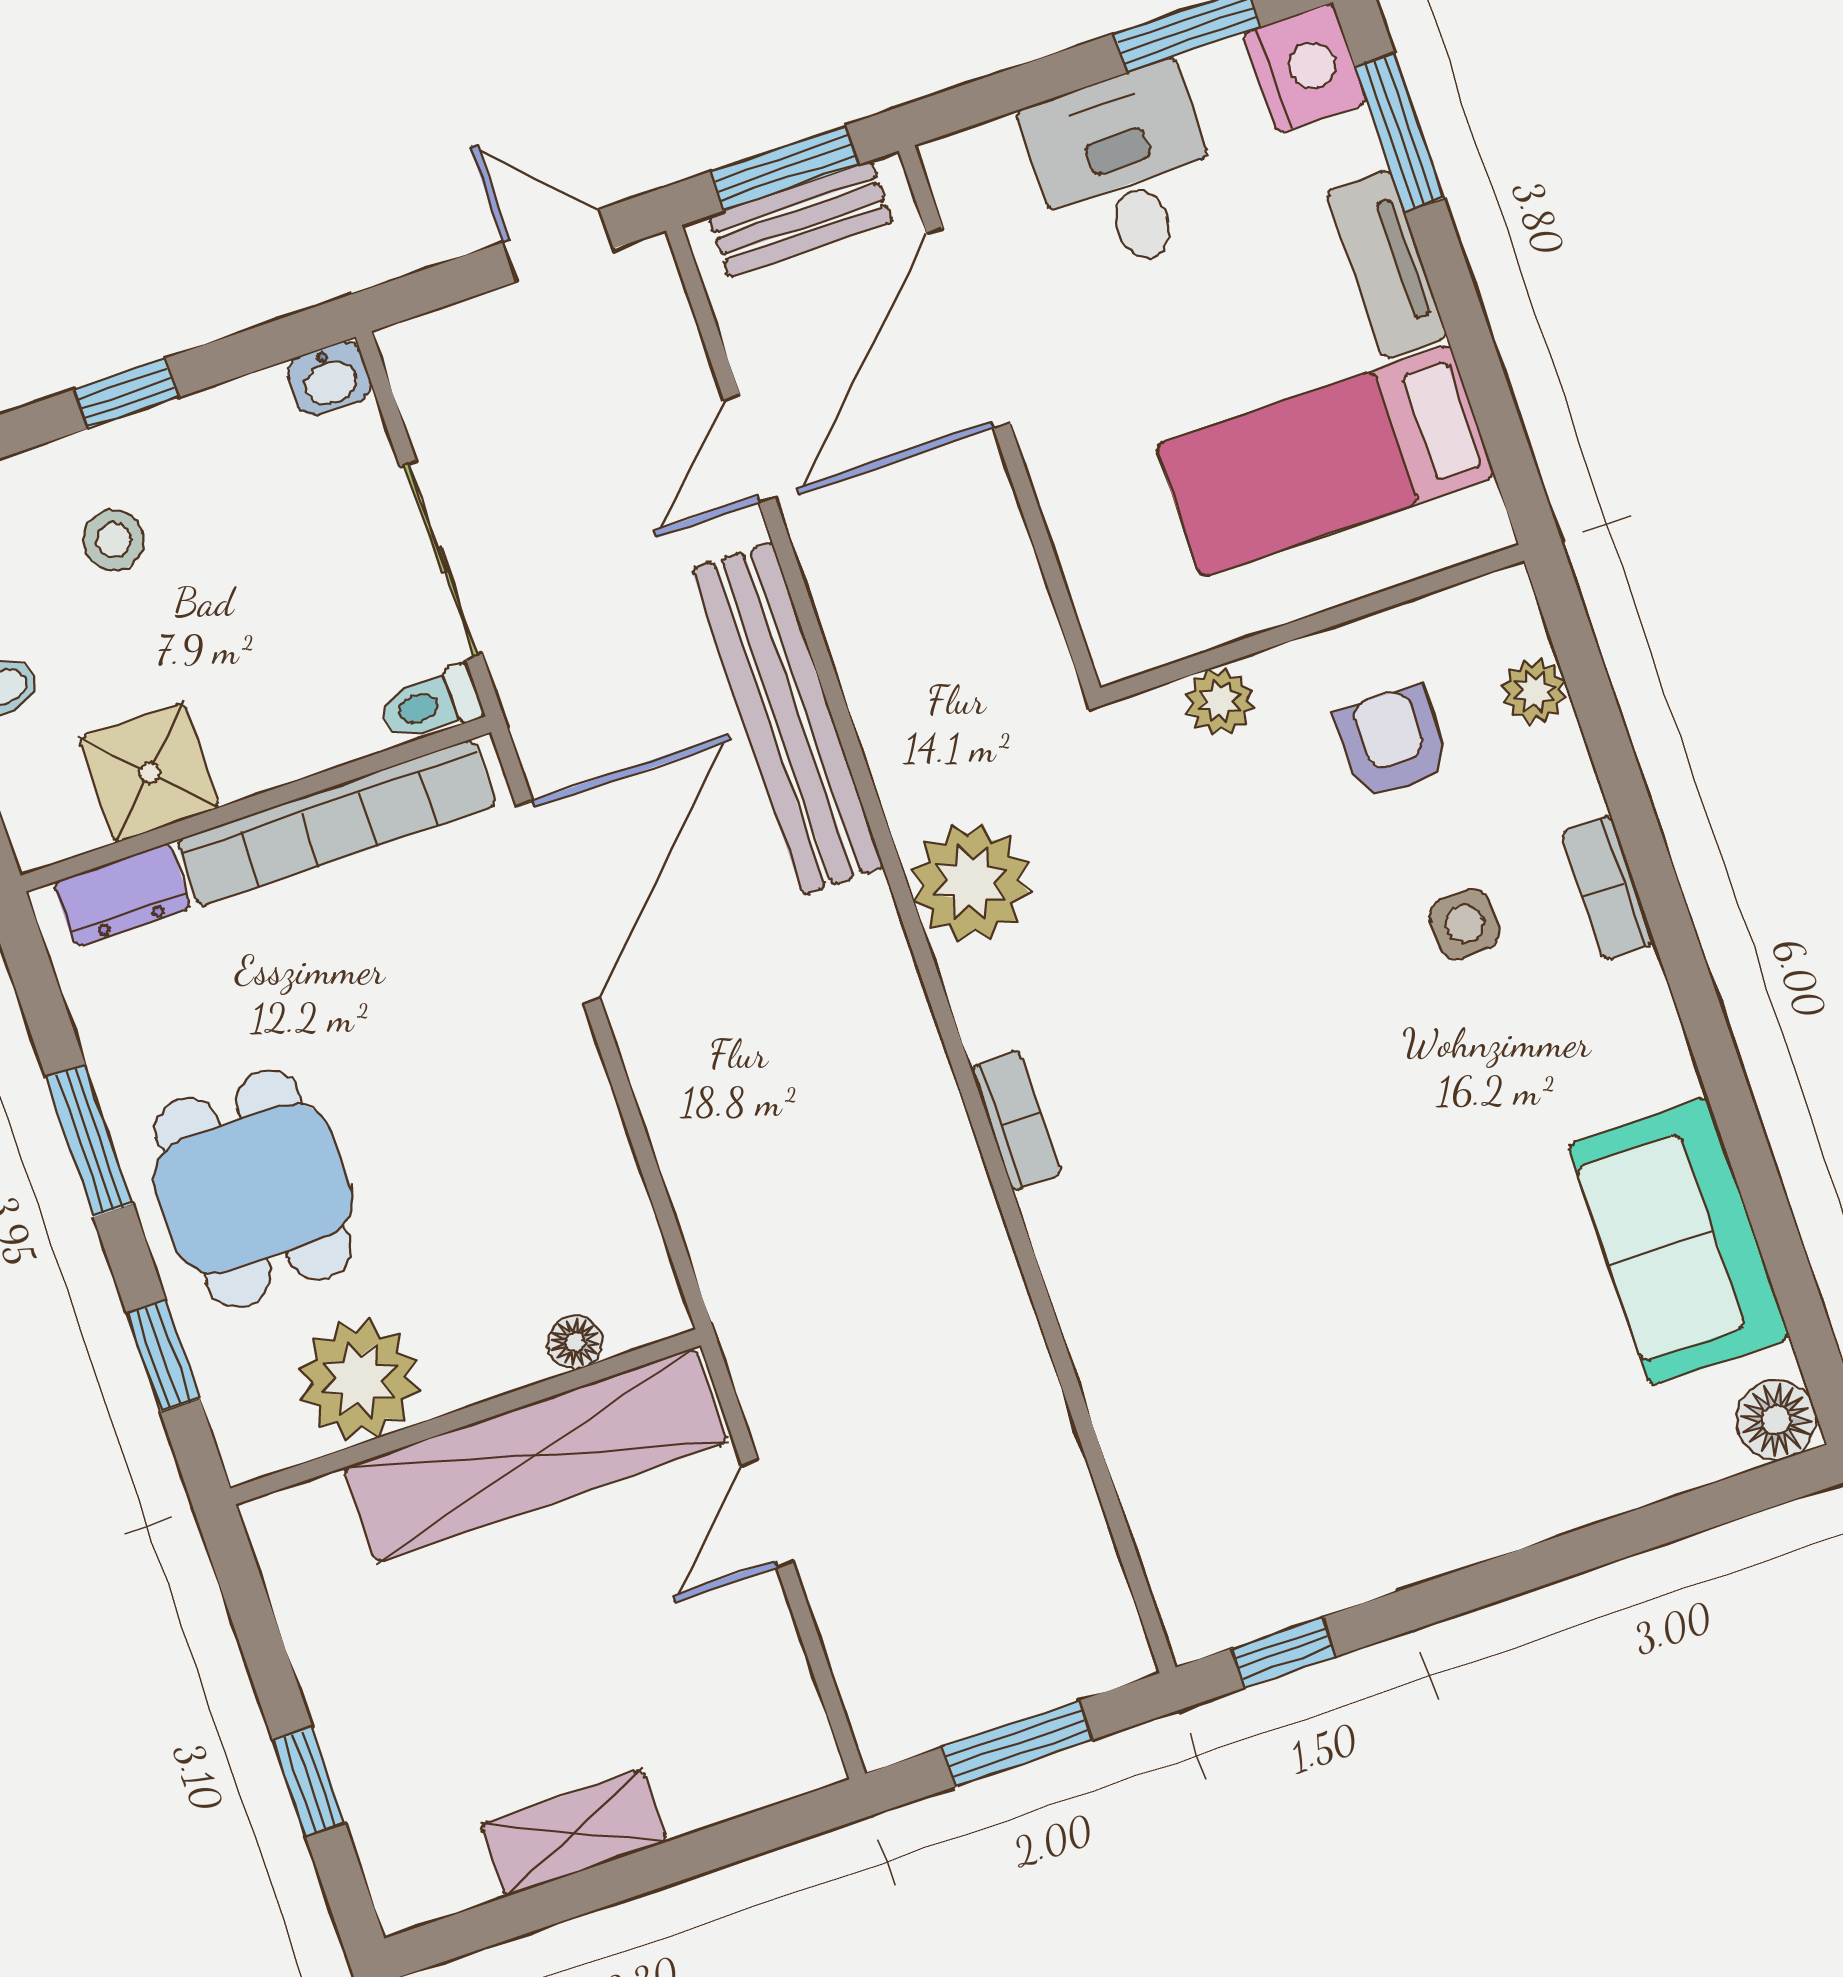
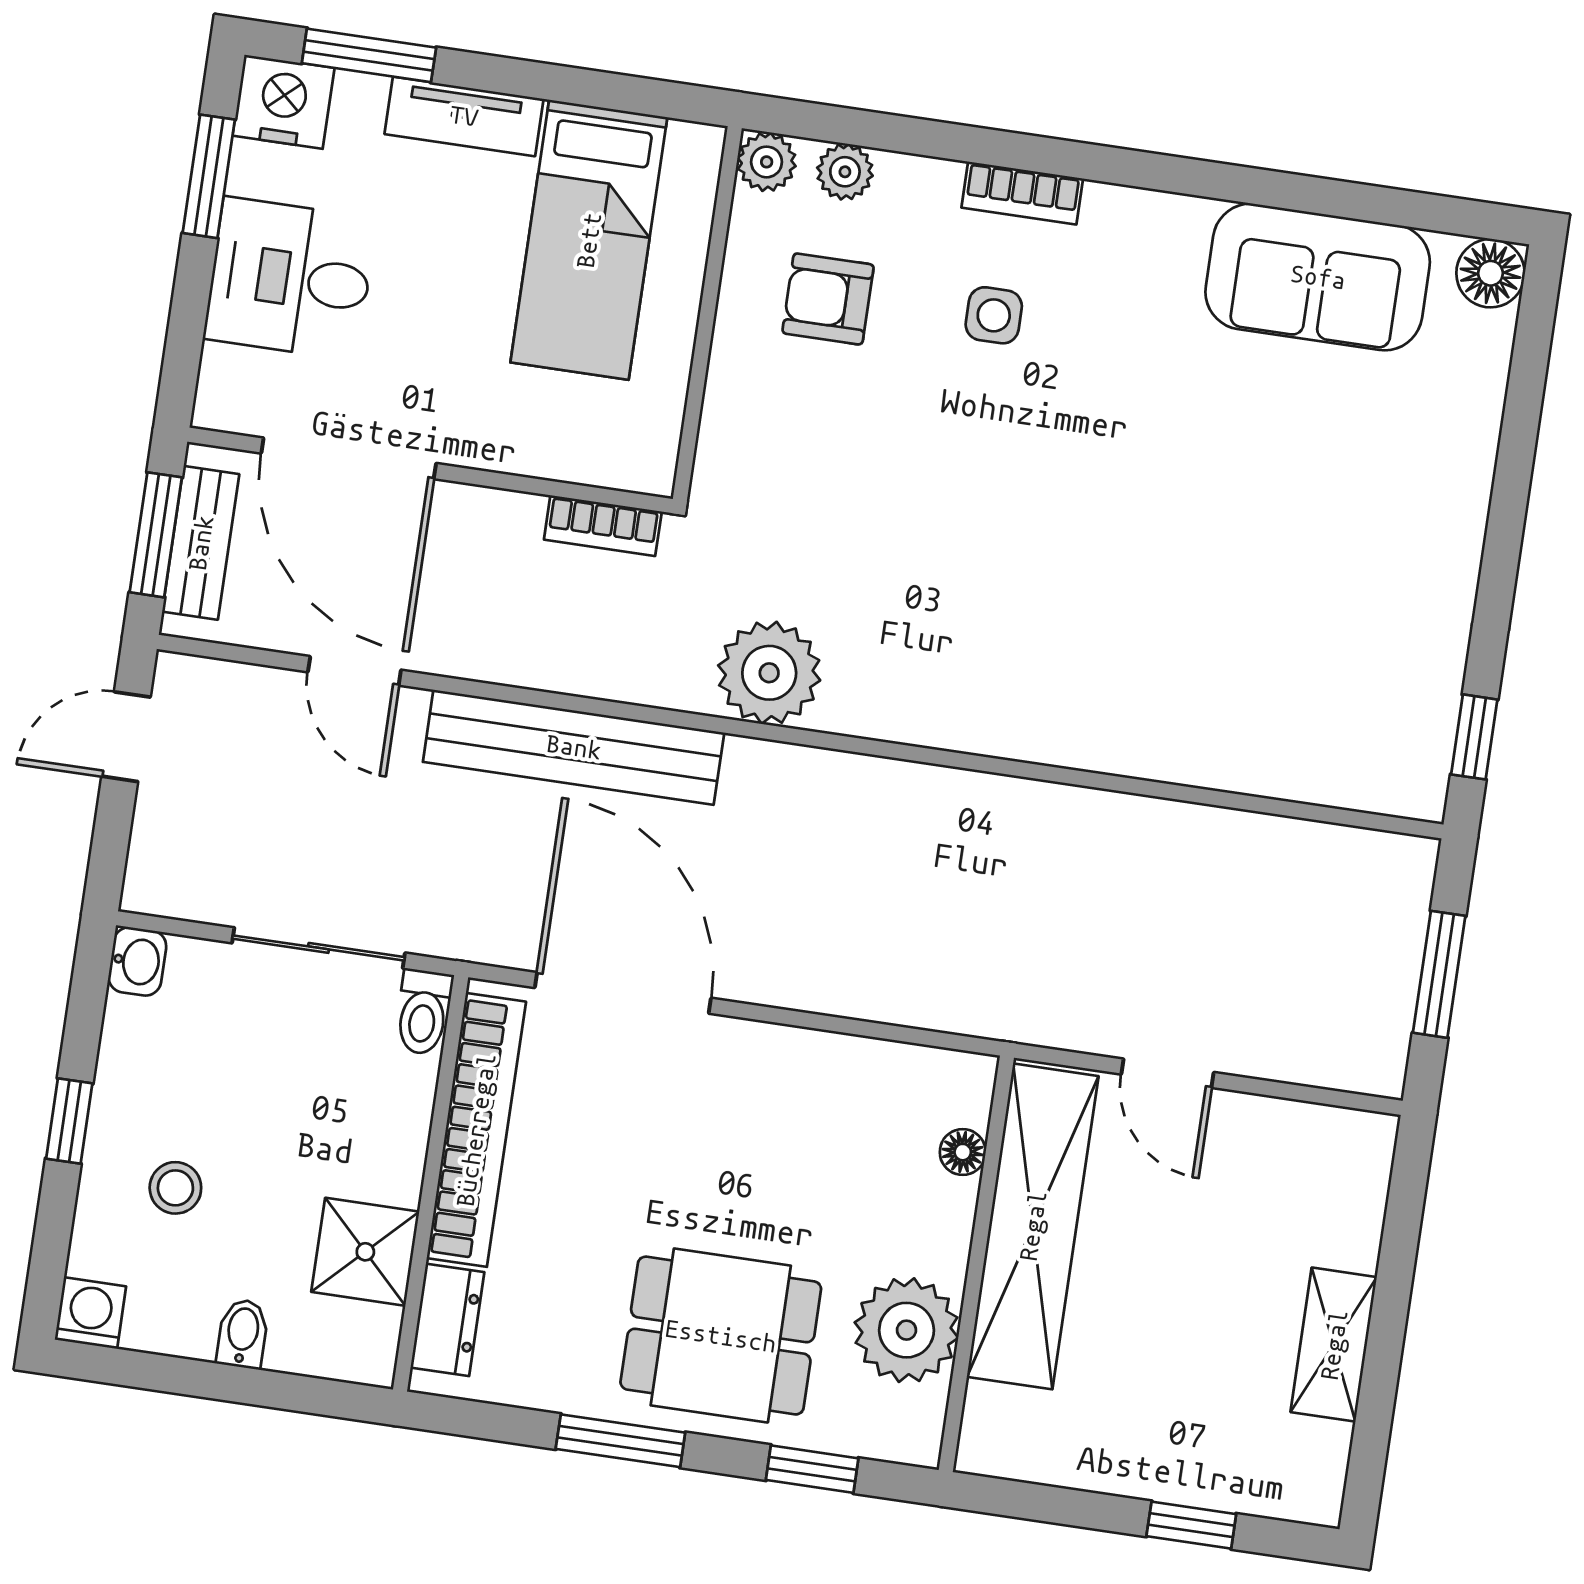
plant: (1220, 701) -> (767, 162), moved
bookcase: (1016, 1120) -> (603, 526), moved, turned 180

